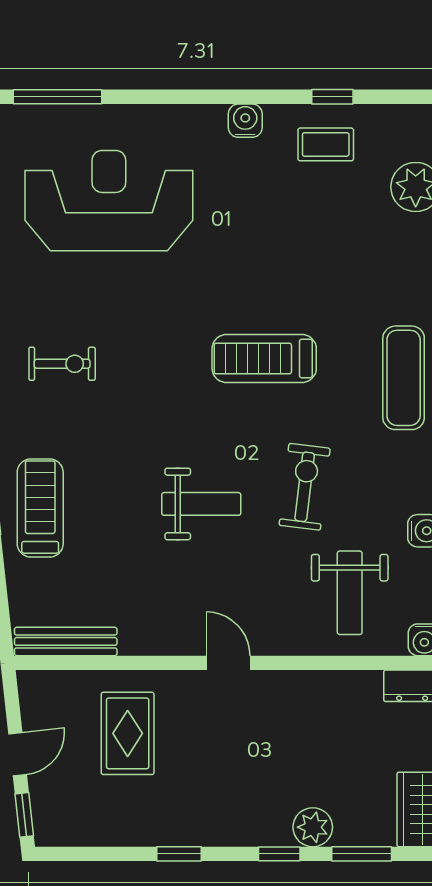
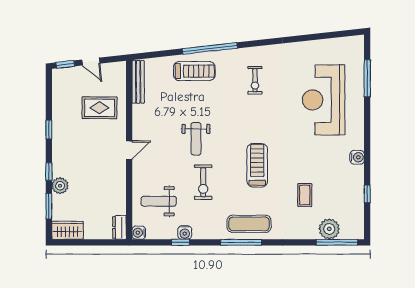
coffee table: (326, 144) -> (305, 195), moved
reception desk: (109, 201) -> (324, 100), turned 180
exercise bike: (305, 487) -> (203, 182), turned 83

